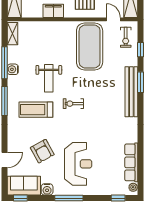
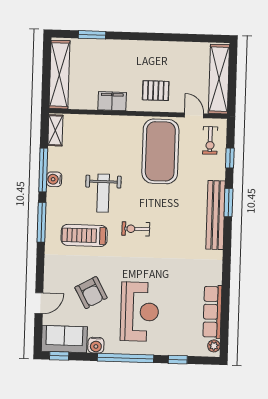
window: (69, 198) -> (126, 358), width x1.46
window: (118, 198) -> (178, 360), moved

